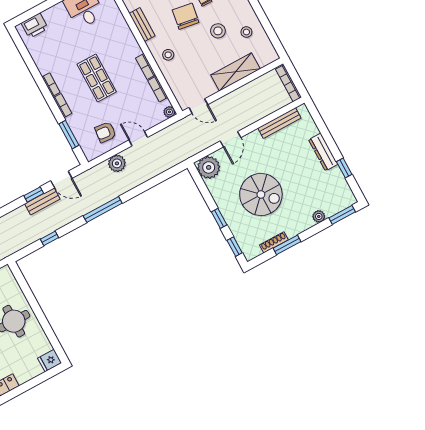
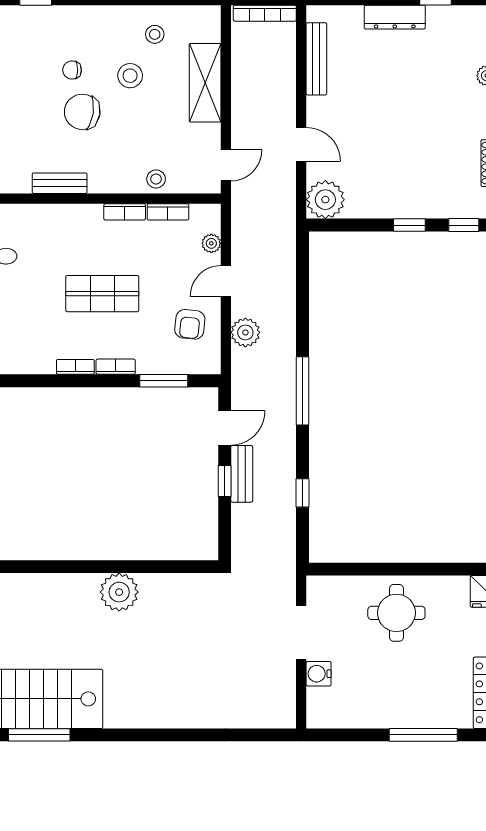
stool: (168, 55) -> (156, 179), moved
plant: (169, 112) -> (211, 243), moved
spiral stairs: (261, 194) -> (408, 144), removed

